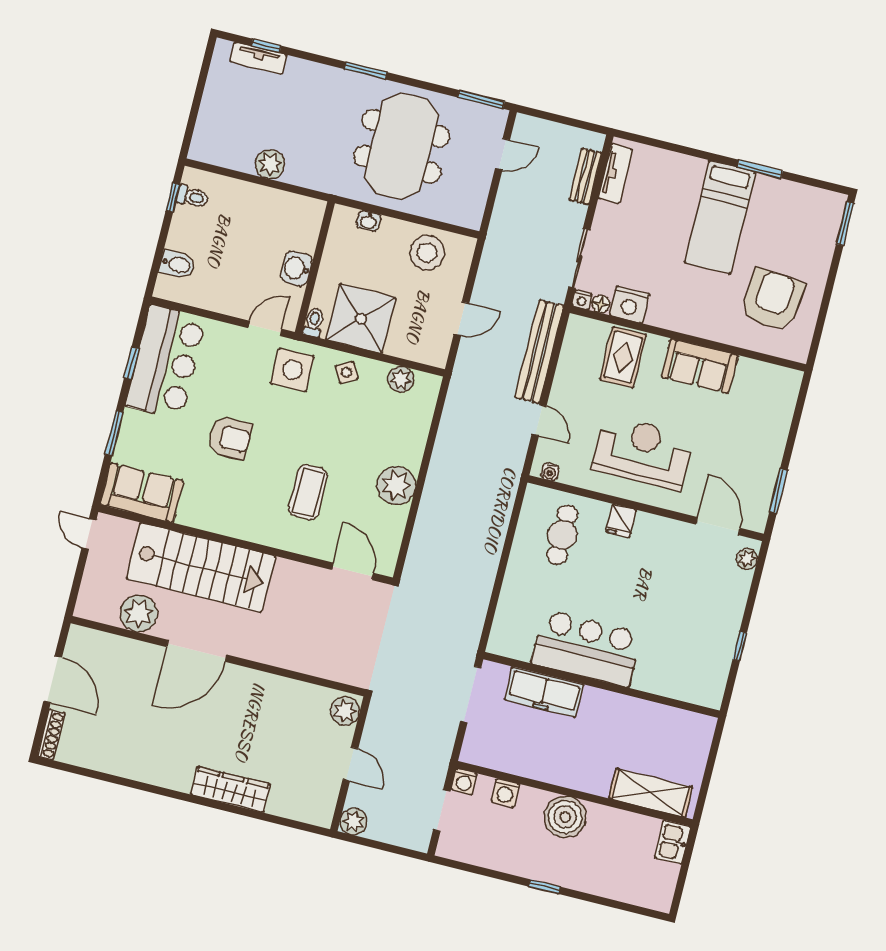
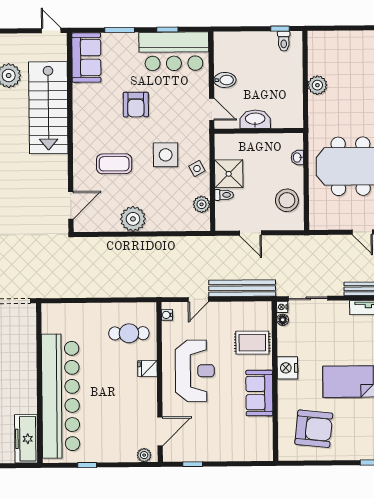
bidet: (177, 264) -> (225, 80), moved, turned -90
washbasin: (296, 268) -> (255, 119), width x1.38
nightstand: (630, 305) -> (287, 368), moved
shower: (361, 319) -> (229, 174), width x0.73, depth x0.73
toilet: (314, 322) -> (224, 195), moved
side table: (292, 370) -> (166, 155), moved
window: (778, 491) -> (193, 464), width x0.67
door: (89, 534) -> (51, 31), hinge flipped
bar counter: (586, 648) -> (61, 396), width x1.86
freezer: (544, 692) -> (26, 439), moved

